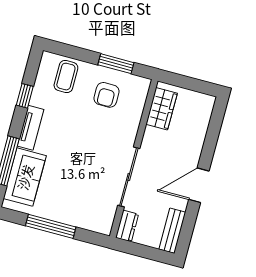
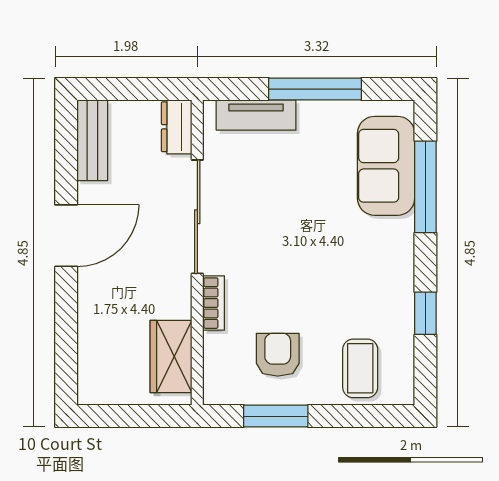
tv unit: (31, 128) -> (256, 115), moved, turned -90
bookcase: (132, 130) -> (214, 303), added

